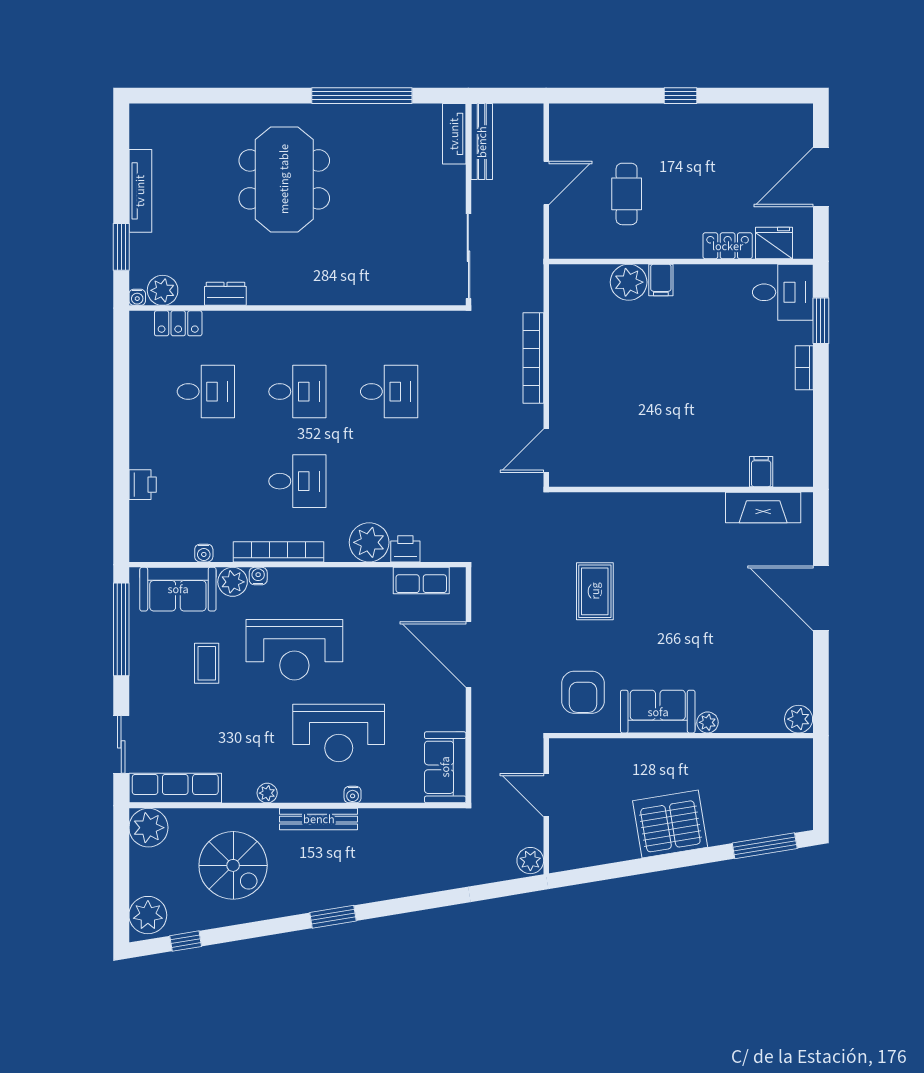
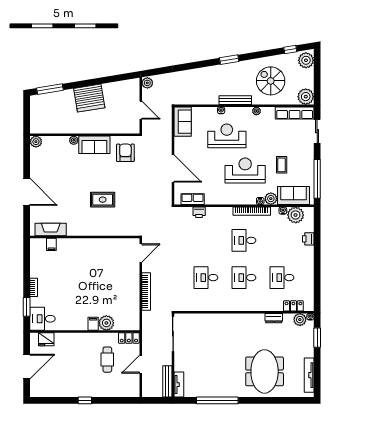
meeting table: (284, 179) -> (265, 371), moved
tv unit: (140, 191) -> (309, 375), moved
locker: (728, 246) -> (129, 338), moved
plant: (369, 542) -> (296, 215), moved
rug: (595, 591) -> (103, 200), moved, turned 90

